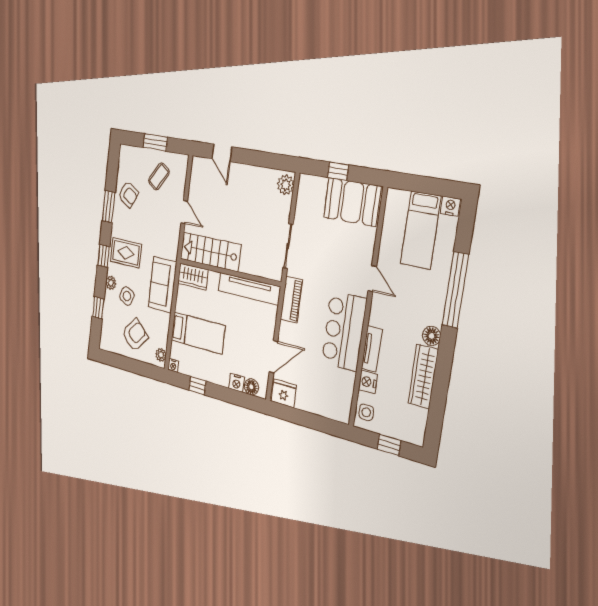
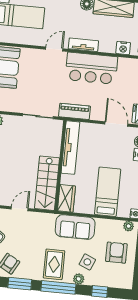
window: (104, 256) -> (58, 287), width x2.17
armchair: (135, 335) -> (116, 253), turned 48
tv unit: (372, 349) -> (83, 45), moved

